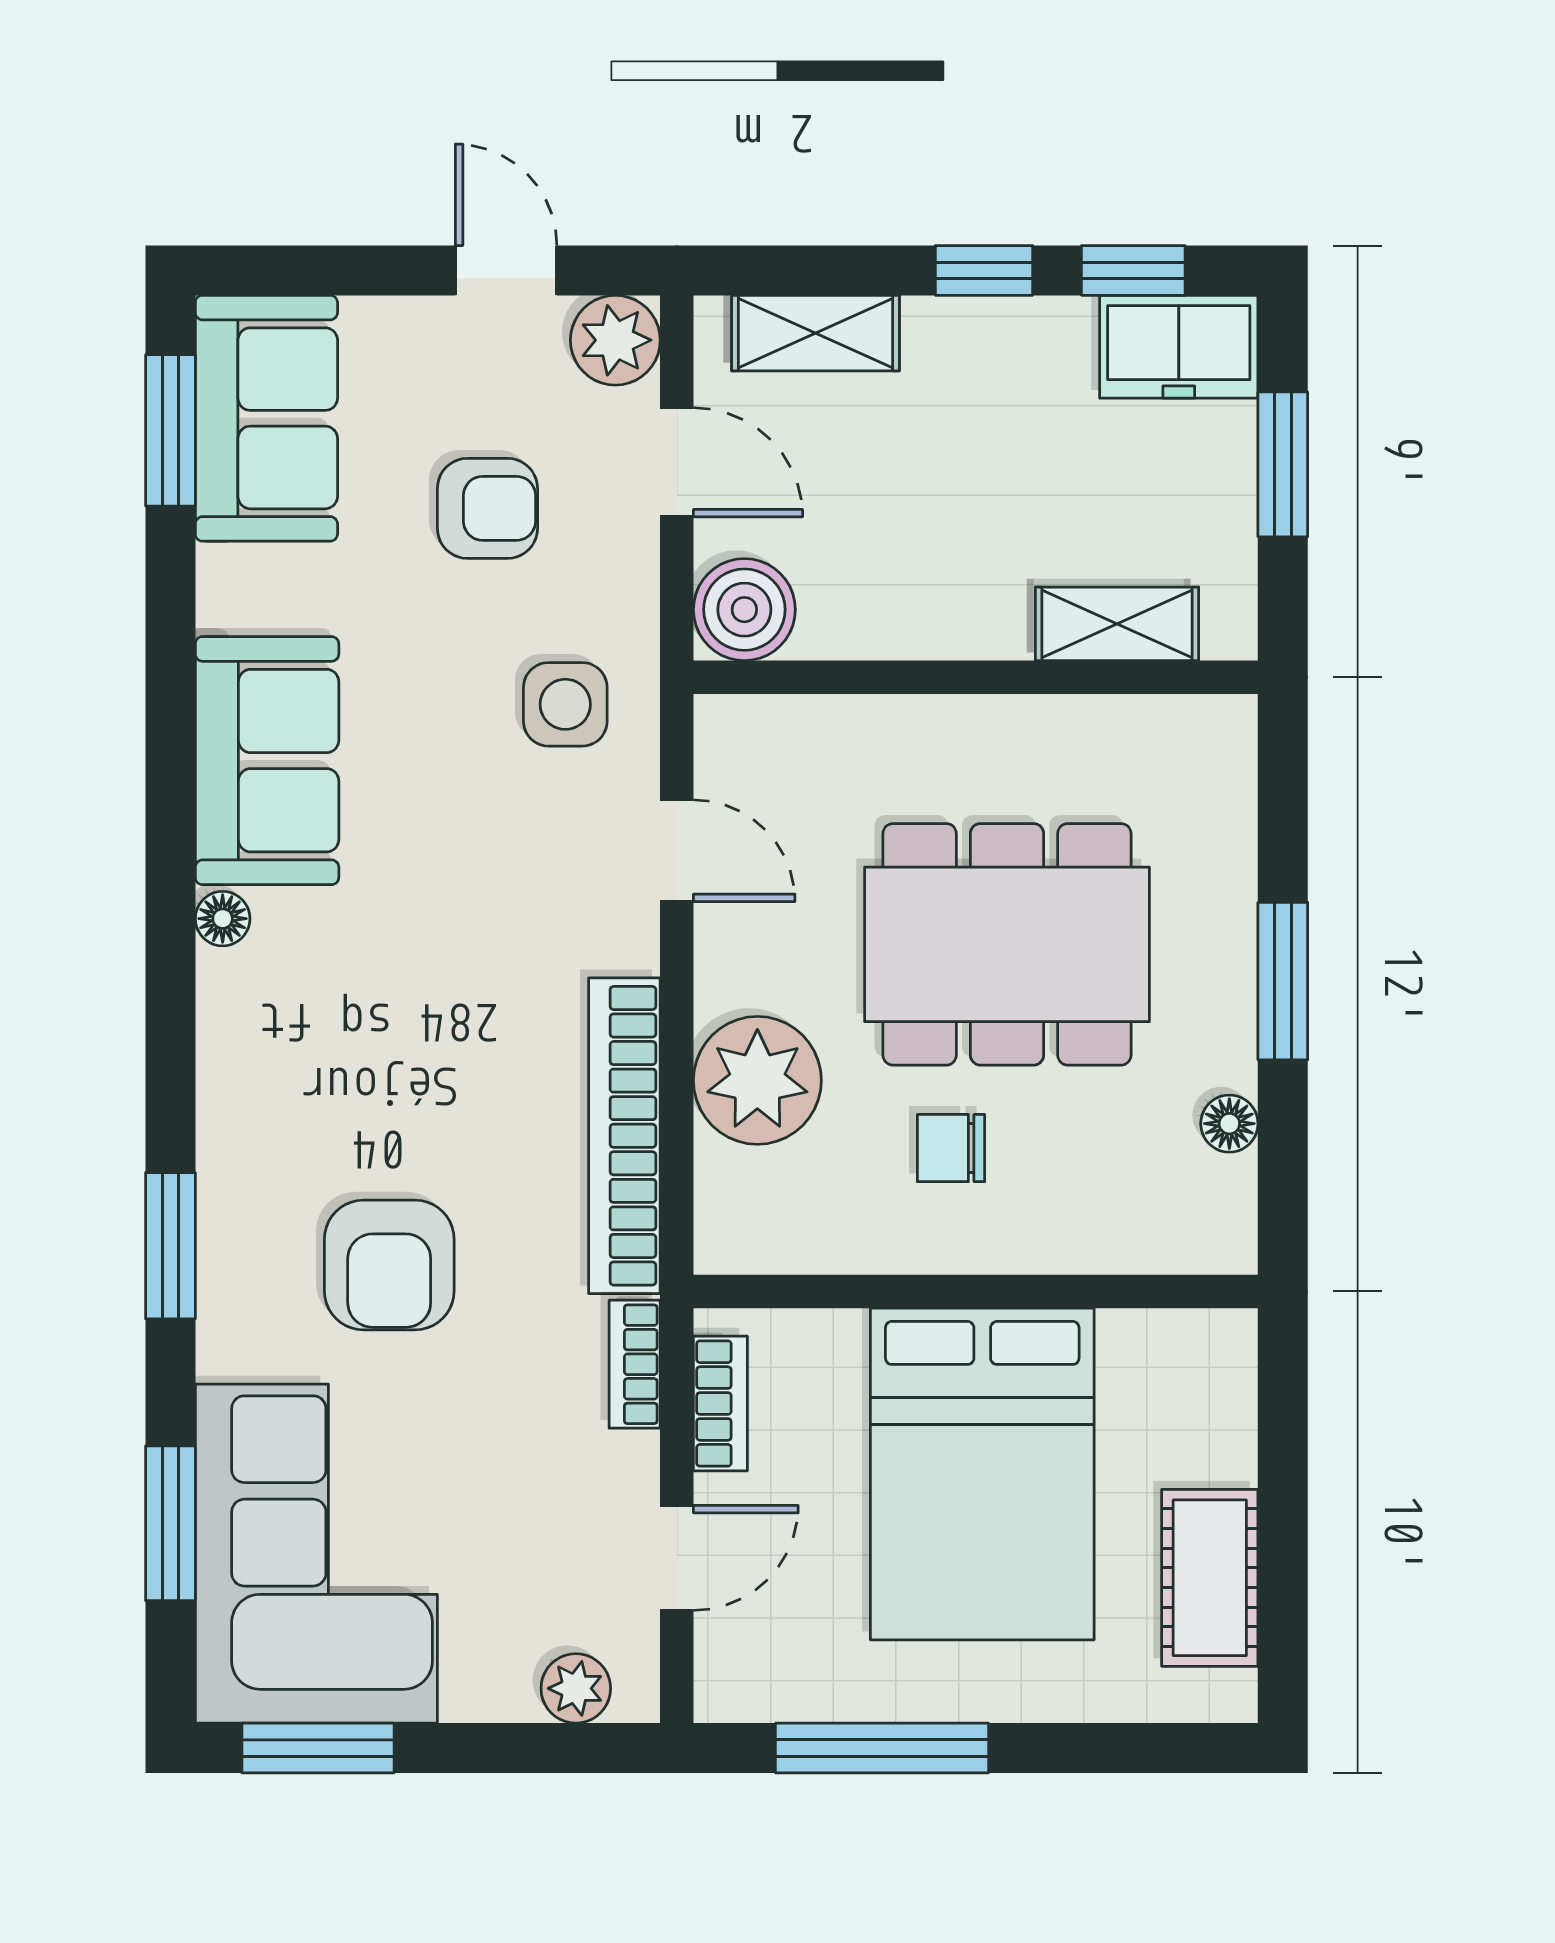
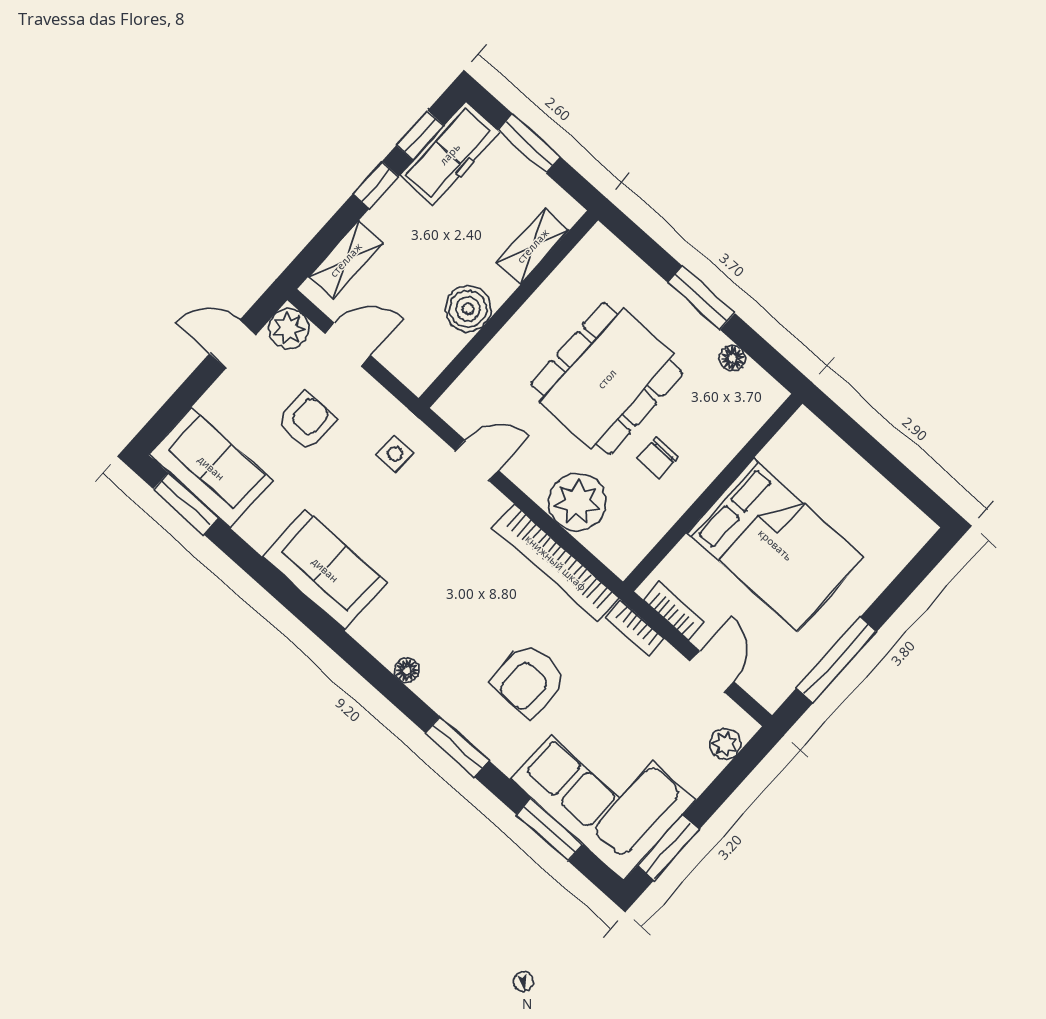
freezer: (1179, 347) -> (450, 154), width x1.40
boiler: (744, 610) -> (468, 309), moved
side table: (565, 704) -> (395, 454), width x0.73, depth x0.73
floor lamp: (223, 919) -> (407, 670), moved
armchair: (389, 1265) -> (529, 680), turned 90
cot: (1210, 1578) -> (878, 500), removed

